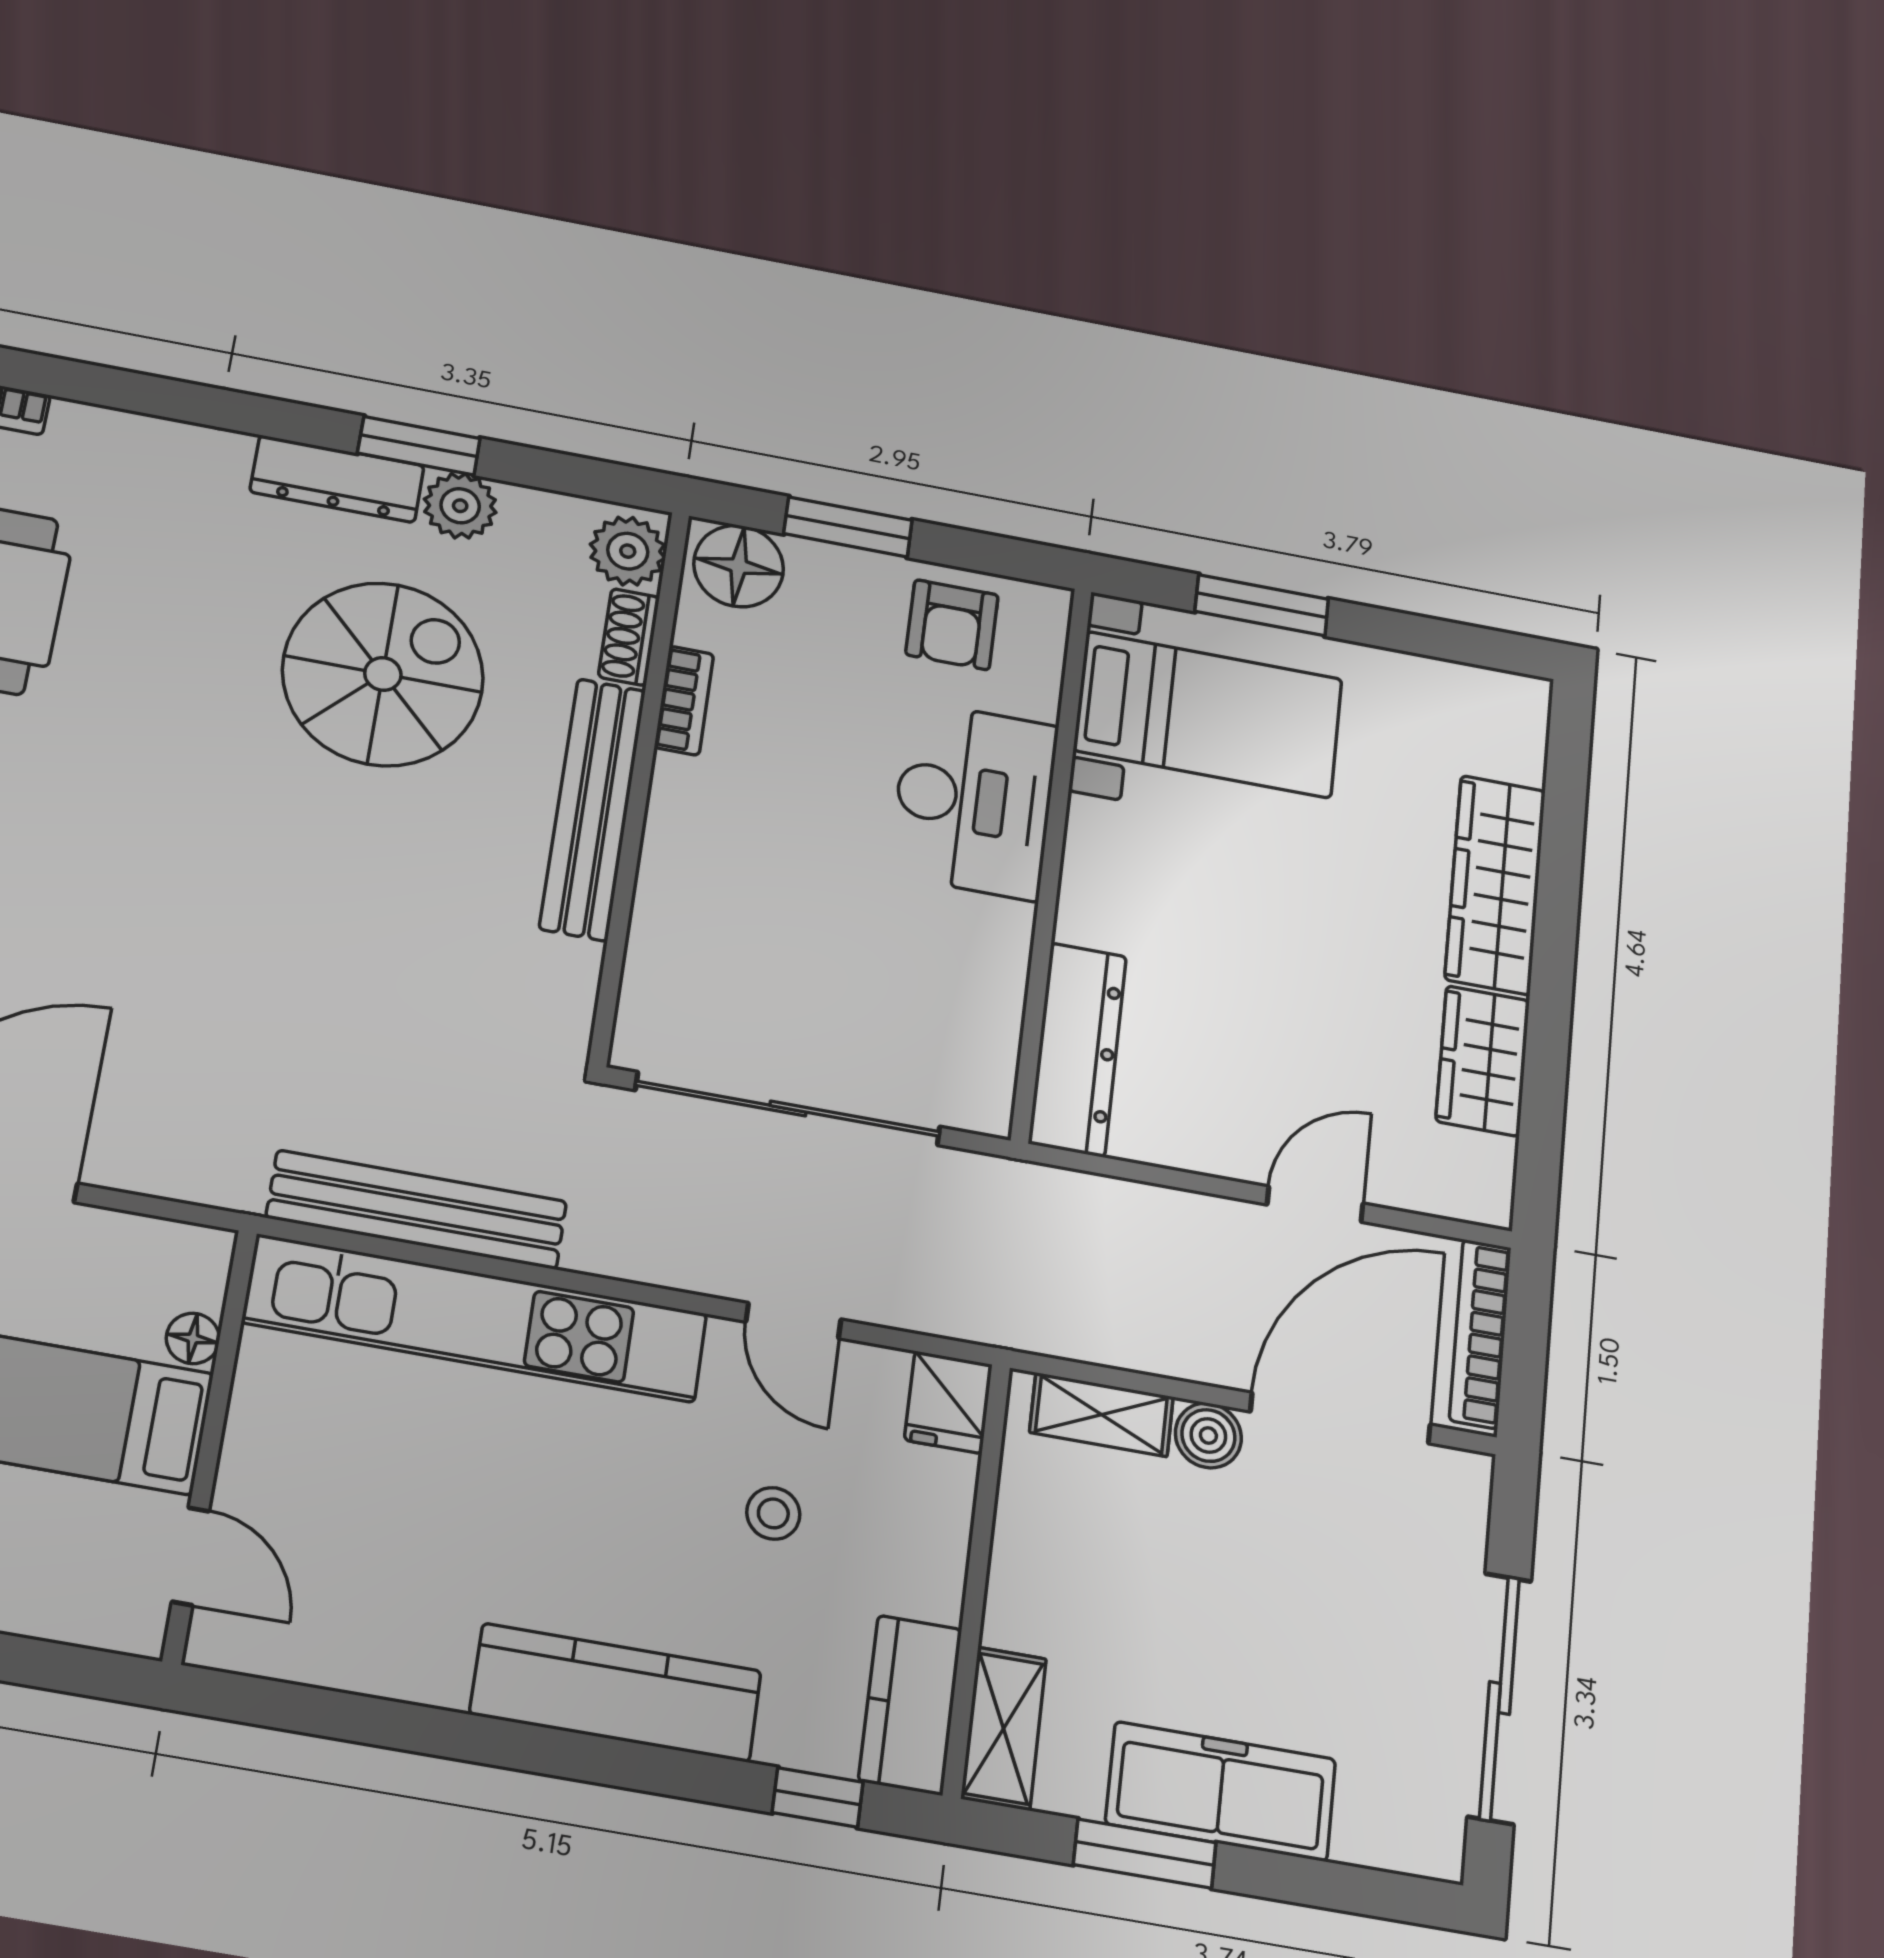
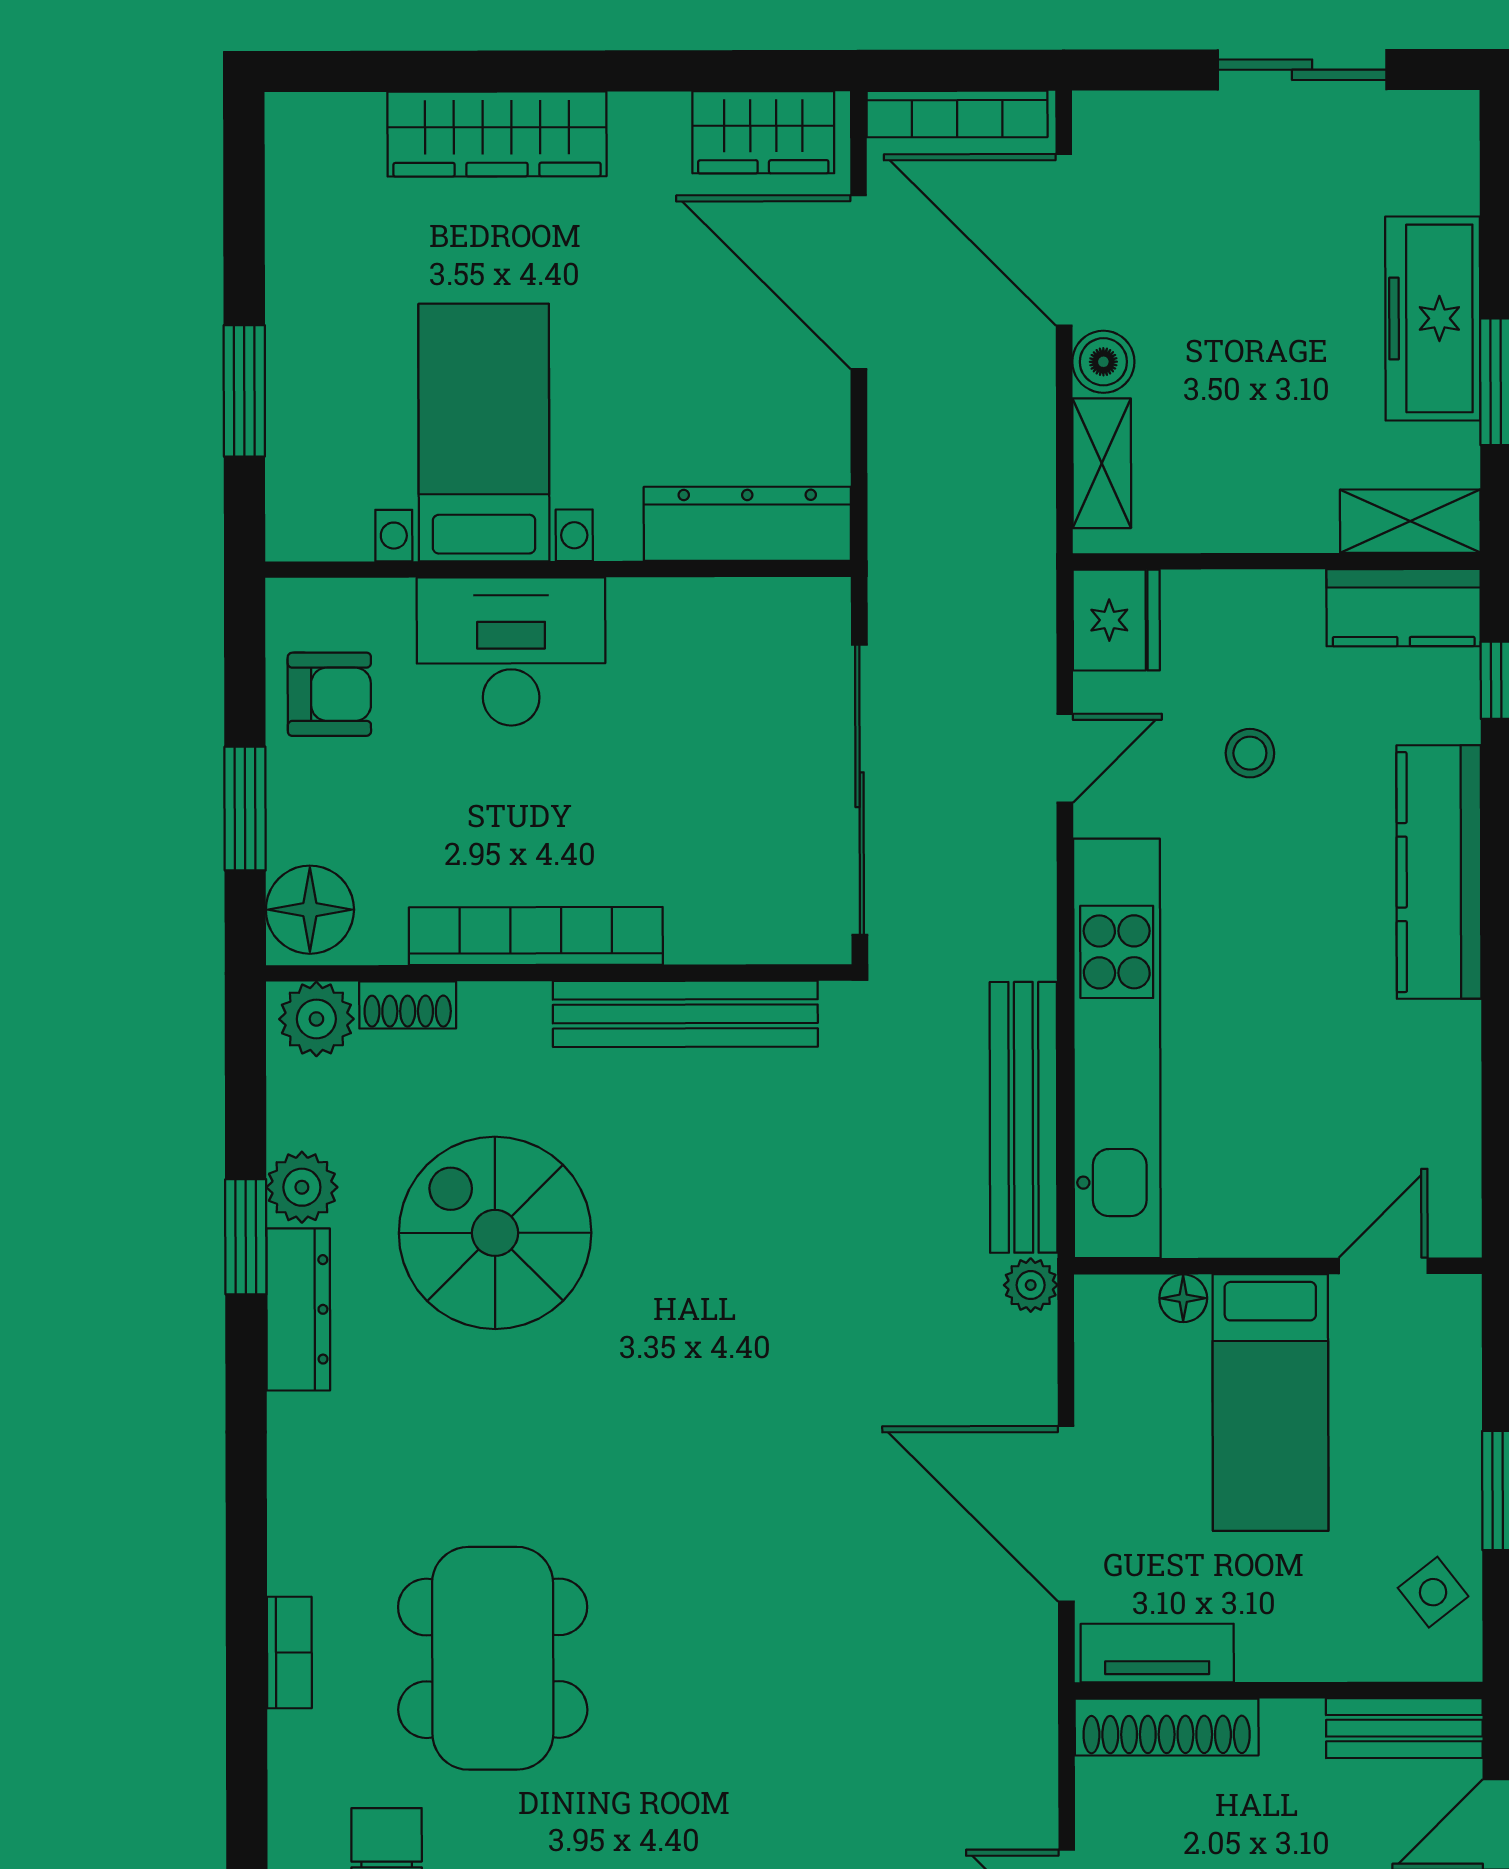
bookcase: (684, 701) -> (536, 936), width x2.31, depth x1.31
bed with nightstands: (1208, 715) -> (484, 432), moved
bench: (593, 809) -> (685, 1014), moved
wardrobe: (1483, 1061) -> (763, 132), moved
plant: (235, 1184) -> (1031, 1285), added
door: (1315, 1204) -> (859, 282), width x1.87
fridge: (948, 1402) -> (1116, 620), width x1.38
sliding door: (1499, 1698) -> (1302, 70), width x0.73

